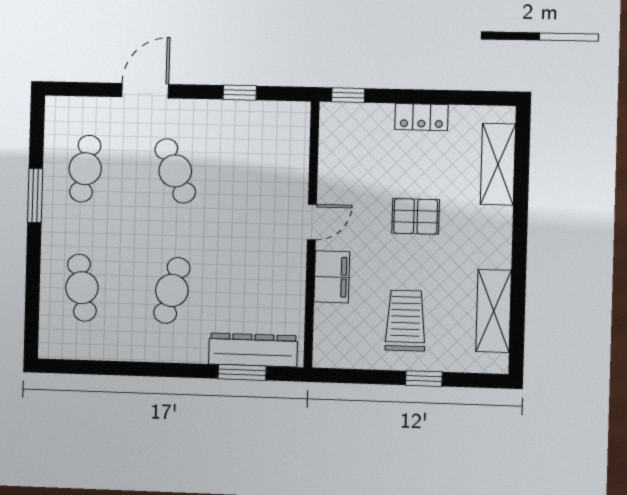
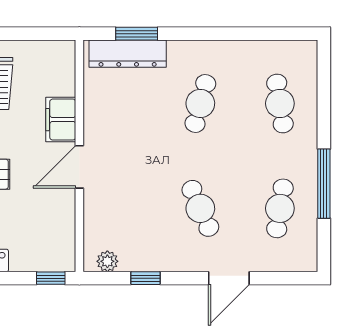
plant: (283, 113) -> (107, 261), added
window: (35, 195) -> (324, 184), width x1.44
door: (312, 222) -> (79, 167), width x1.38

